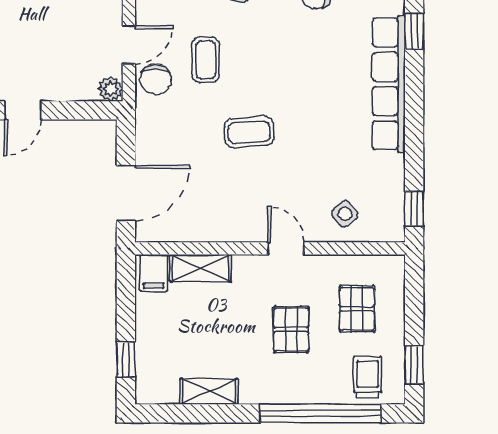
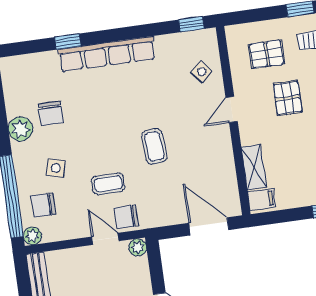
chair: (156, 79) -> (126, 217), turned 180
pallet: (291, 330) -> (288, 98), turned 90

